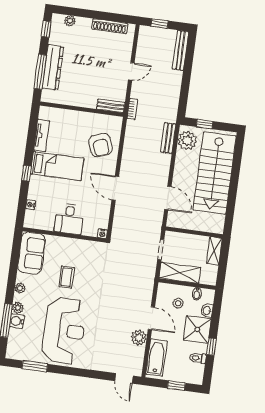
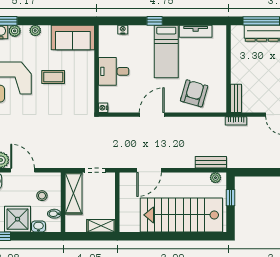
plant: (187, 141) -> (215, 178), width x0.53, depth x0.53
armchair: (101, 145) -> (194, 93), turned 127
door: (151, 318) -> (23, 170), swing flipped

